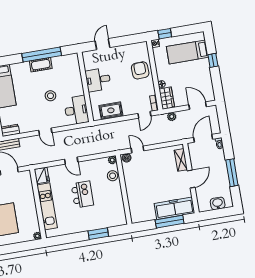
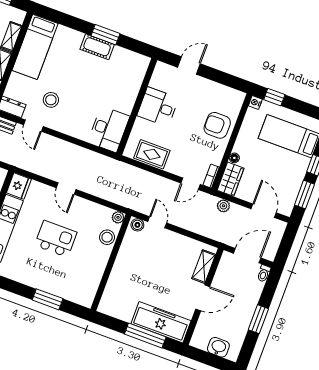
window: (42, 54) -> (106, 35), width x0.47
armchair: (140, 70) -> (217, 125), turned -88
window: (217, 82) -> (305, 195), added
stool: (50, 96) -> (51, 100), moved
door: (45, 131) -> (33, 126), moved
window: (232, 173) -> (258, 319), width x0.69
kitchen island: (82, 194) -> (56, 239), turned -90

